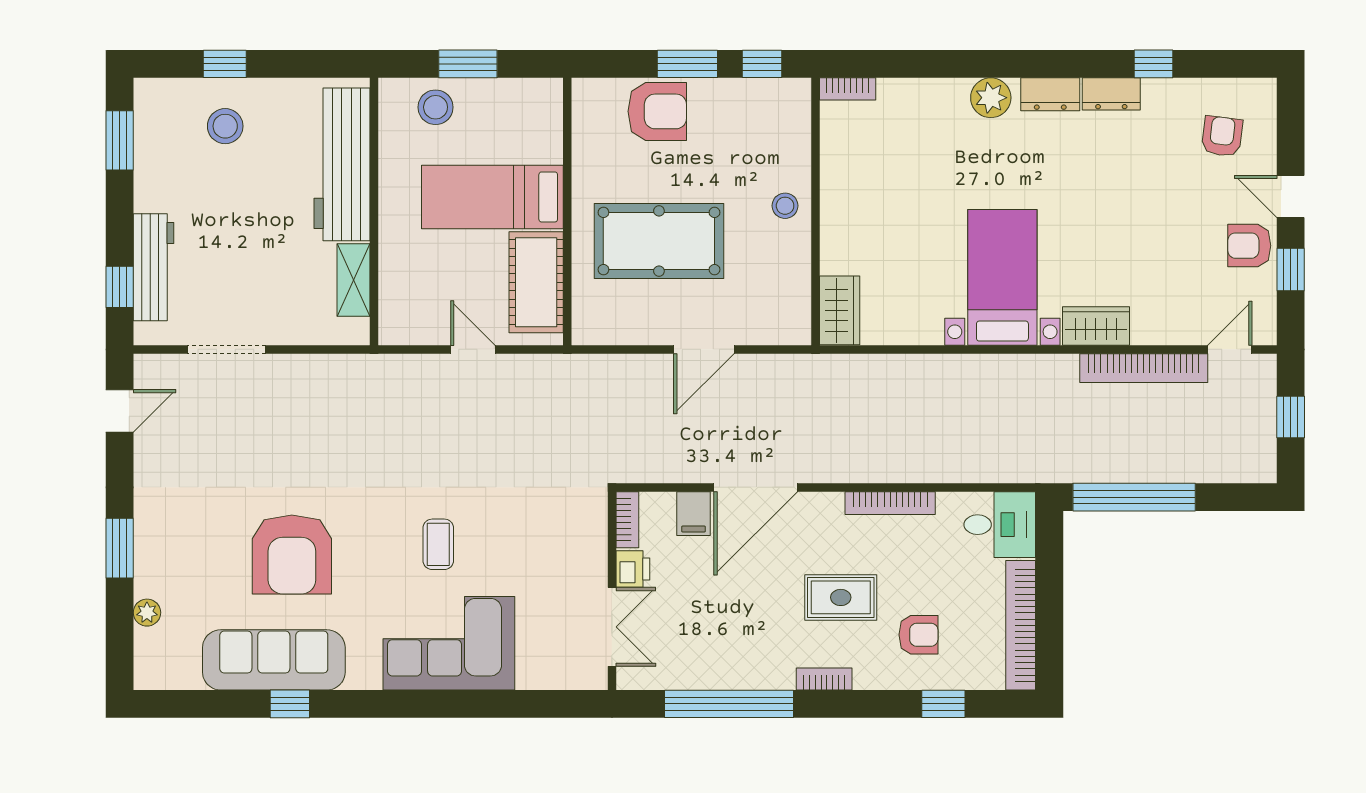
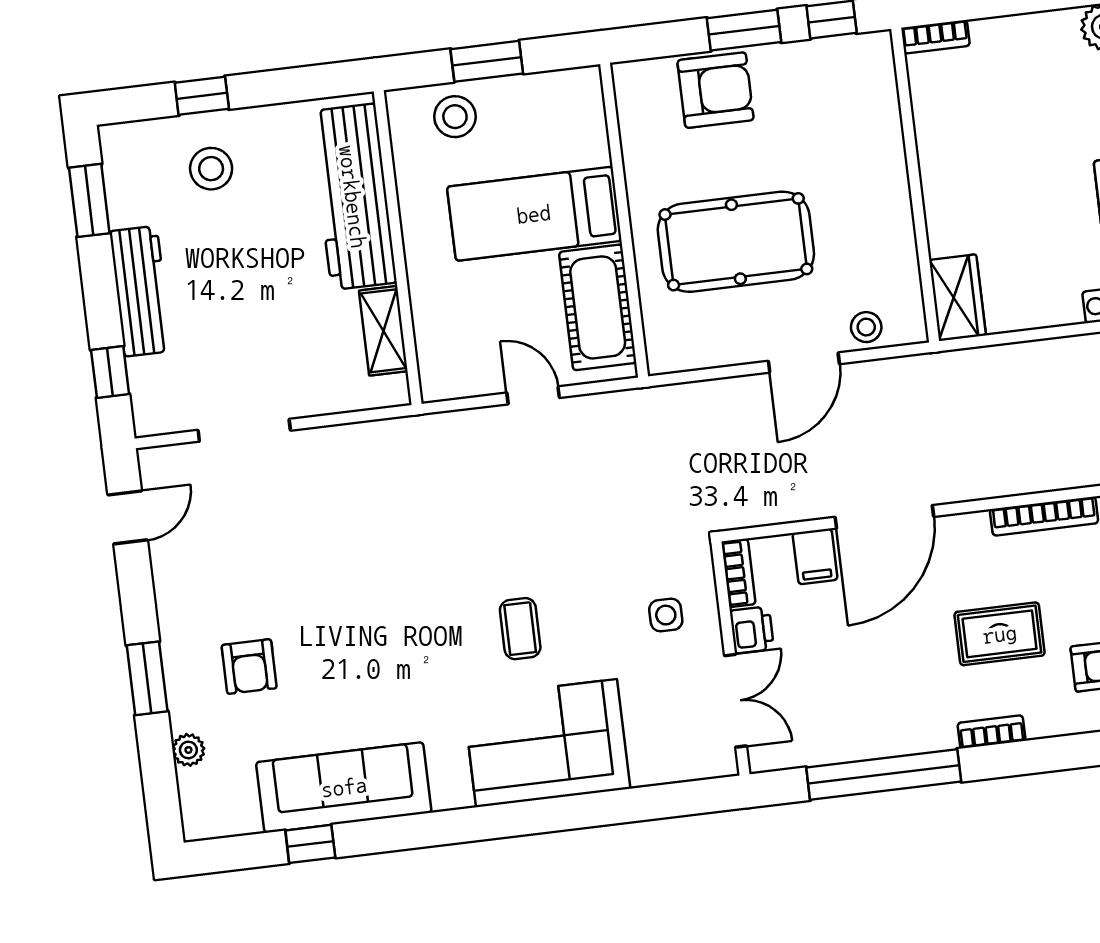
stool: (785, 206) -> (866, 327), moved
workbench: (153, 267) -> (141, 291), moved
side table: (562, 548) -> (666, 615), added
armchair: (292, 554) -> (249, 667), moved, width x0.53, depth x0.53
window: (290, 704) -> (310, 844), moved

